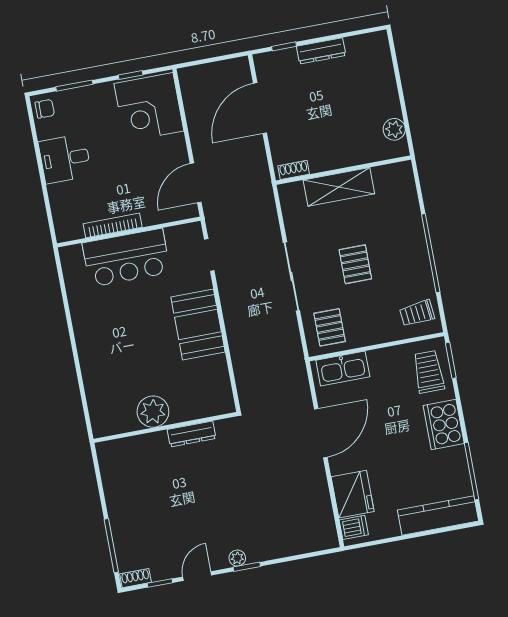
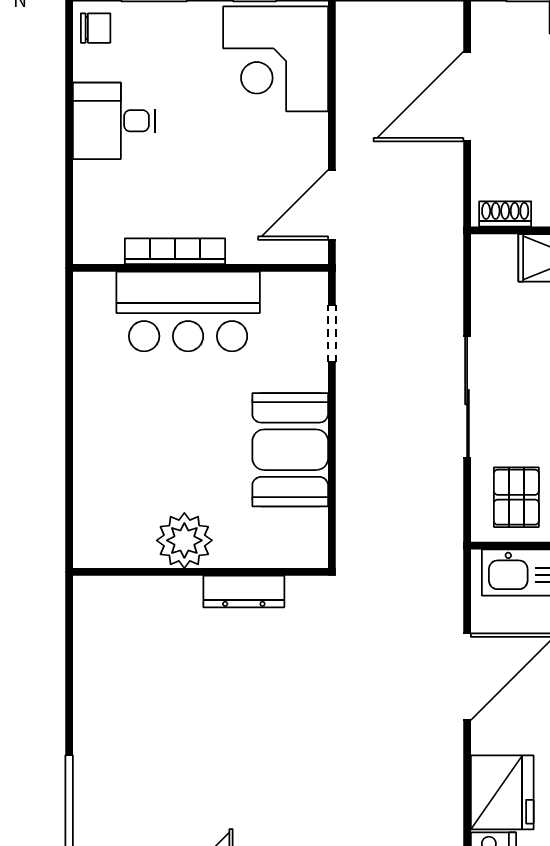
plant: (153, 412) -> (184, 540), moved
wall: (165, 428) -> (201, 572), moved
dresser: (192, 434) -> (244, 592), moved

